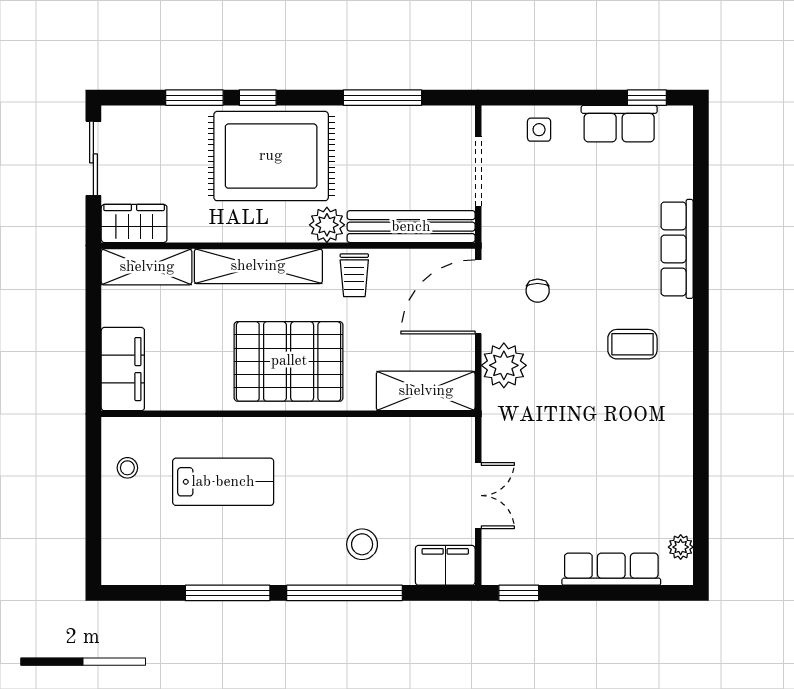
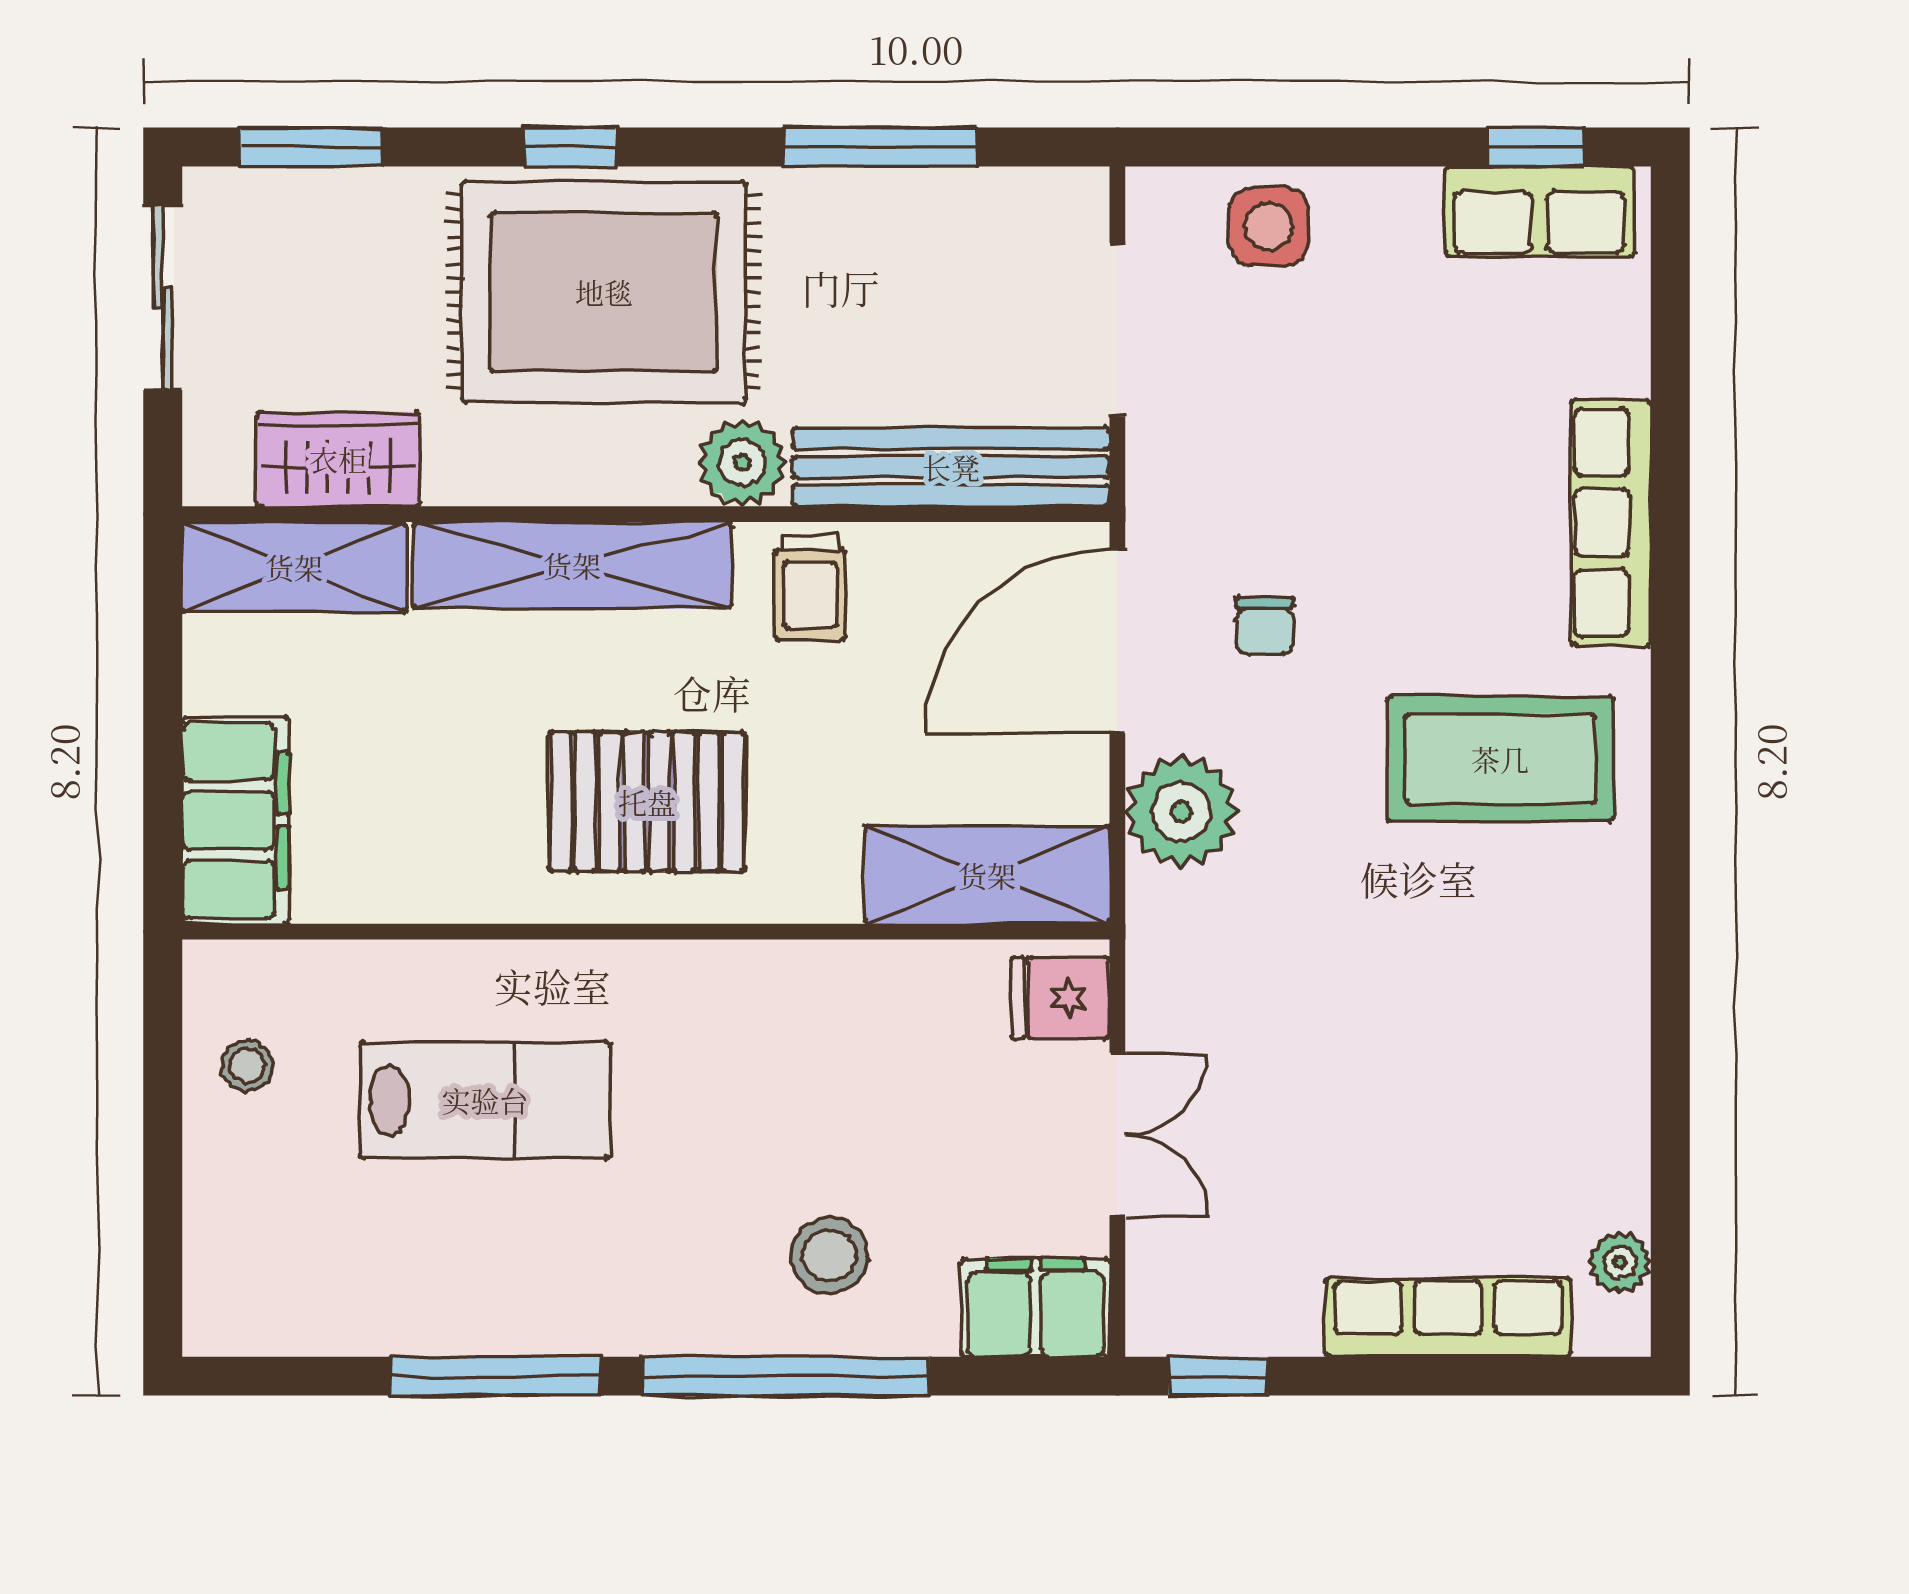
window: (194, 98) -> (312, 147), moved
row of seats: (619, 124) -> (1539, 212), moved
side table: (539, 130) -> (1269, 226), width x1.37, depth x1.37
wardrobe: (134, 223) -> (338, 459), moved
coffee table: (632, 344) -> (1500, 759), width x1.86, depth x1.72
pallet: (289, 361) -> (647, 802), width x0.73, depth x0.71
fridge: (455, 441) -> (1061, 998), added

